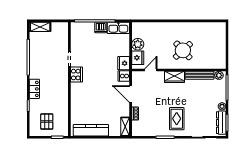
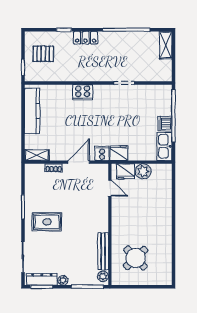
round table: (183, 50) -> (136, 258), moved
cooker: (76, 75) -> (83, 92), moved
wardrobe: (174, 77) -> (101, 219), removed

